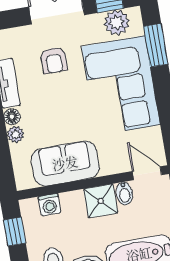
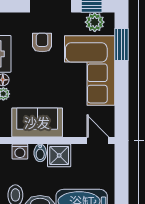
armchair: (54, 60) -> (42, 43), turned 180
bidet: (124, 193) -> (40, 153), moved

